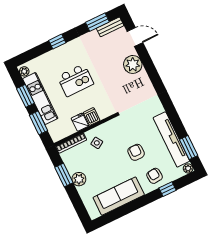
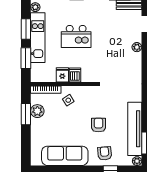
plant: (133, 64) -> (137, 47), width x0.53, depth x0.53
plant: (79, 179) -> (37, 111), moved

